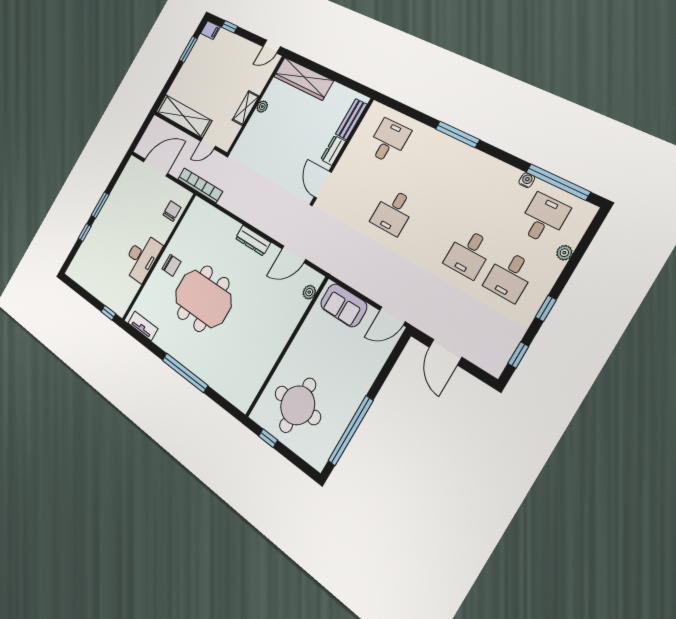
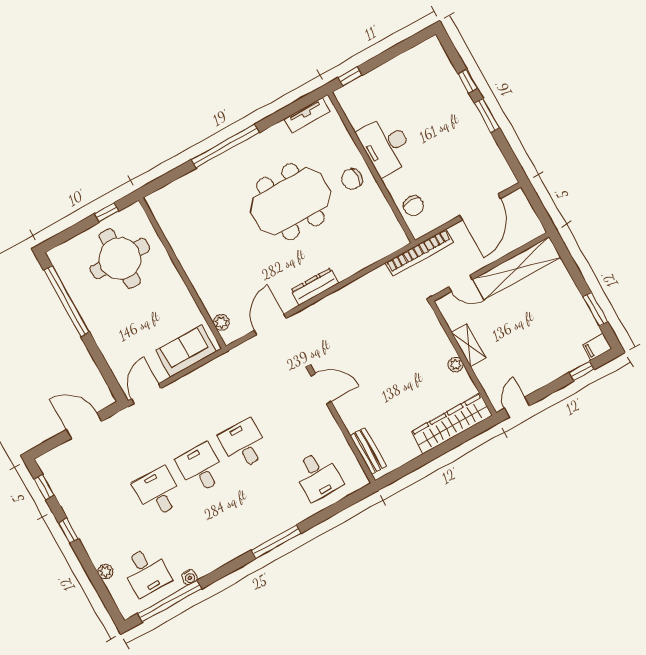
door: (208, 144) -> (461, 283), swing flipped
dresser: (333, 150) -> (349, 417), removed
desk: (509, 276) -> (201, 468), moved

